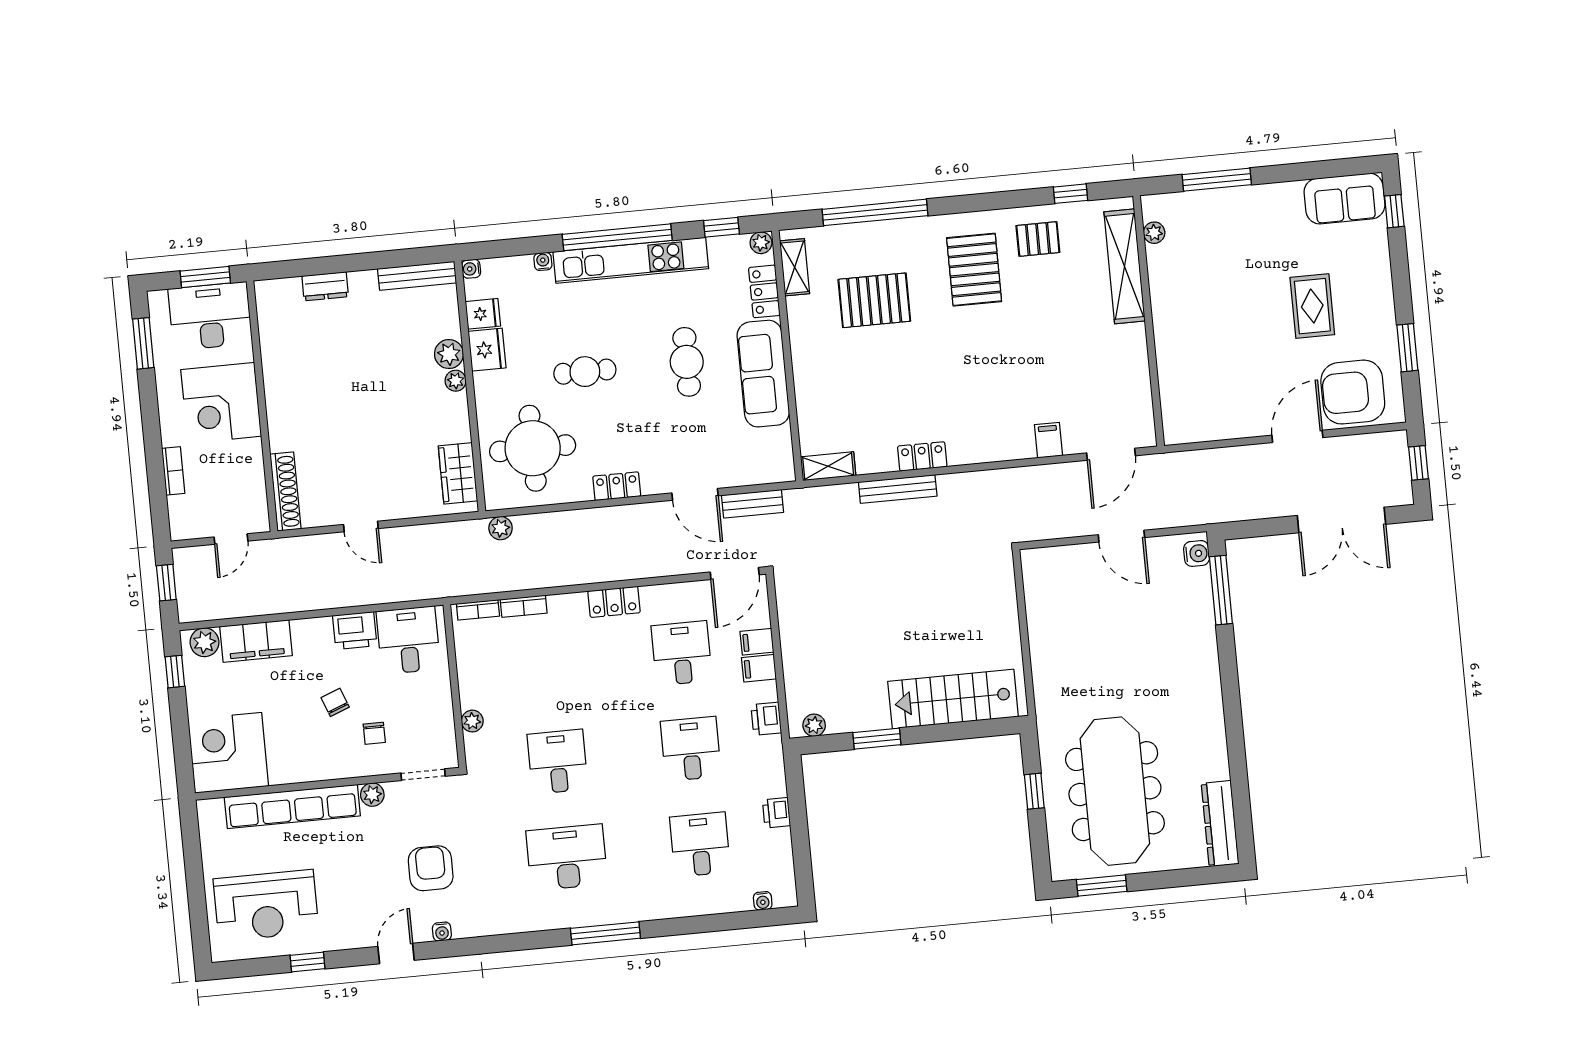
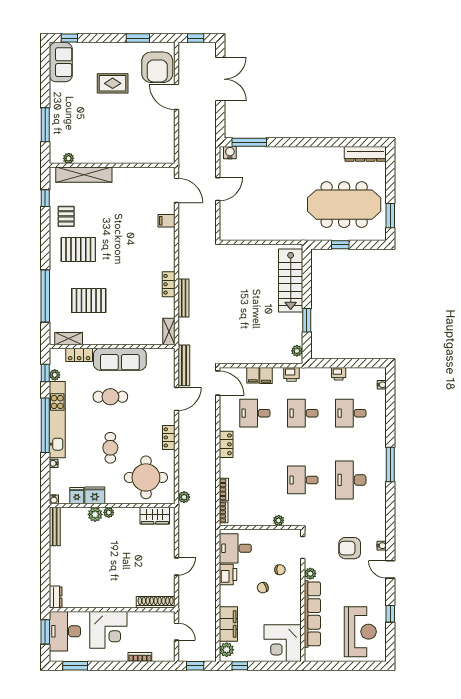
plant: (761, 243) -> (55, 375), moved
dresser: (325, 286) -> (56, 597), moved
pallet: (874, 300) -> (89, 301), turned 90
bench: (752, 504) -> (184, 365), width x1.36

